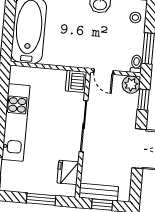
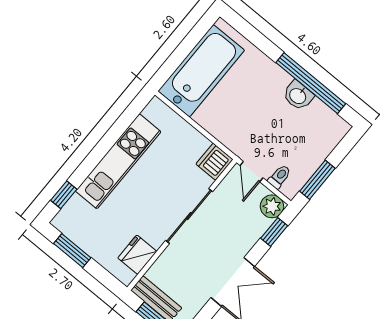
stool: (135, 18) -> (327, 137), removed
toilet: (136, 64) -> (279, 177), moved
window: (41, 199) -> (72, 251), moved

